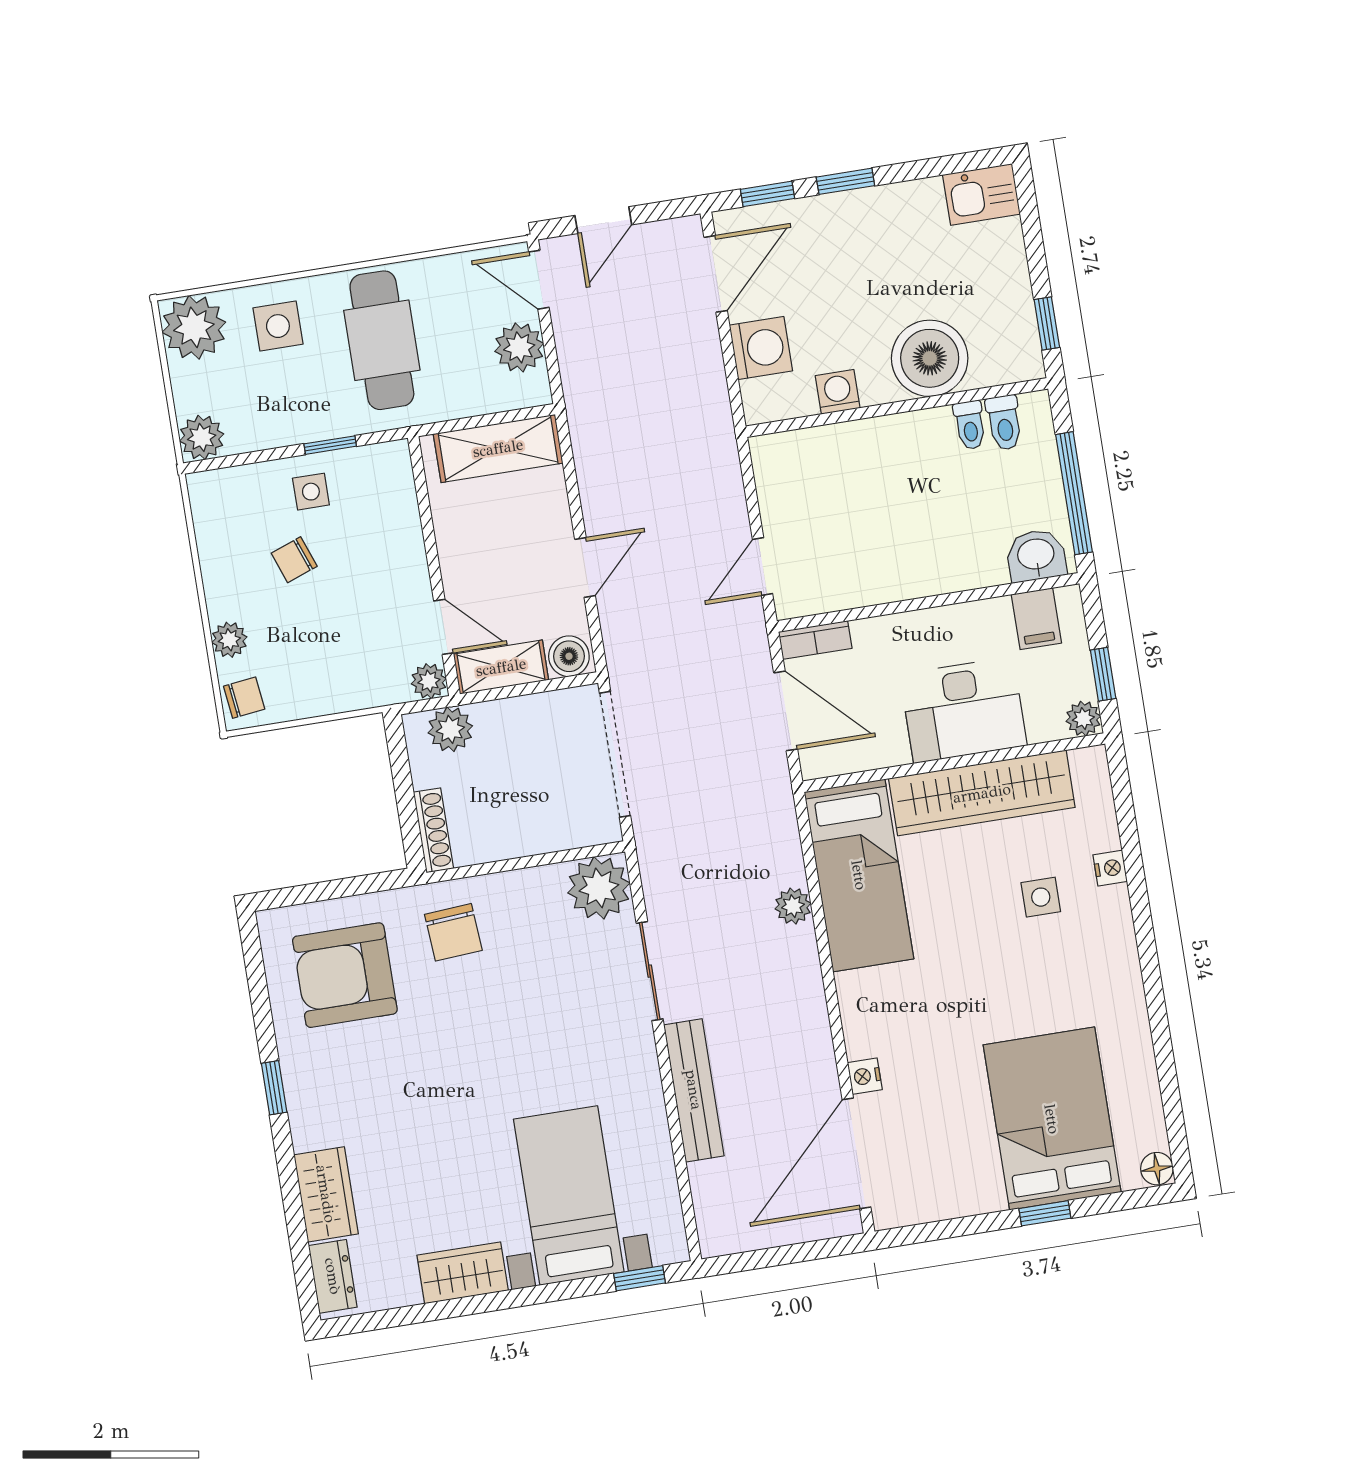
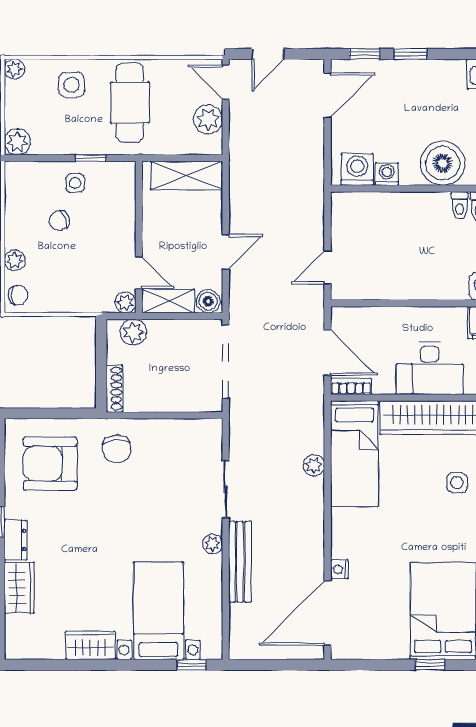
plant: (194, 327) -> (14, 69), width x0.53, depth x0.53
washing machine: (761, 348) -> (357, 169), moved, turned -90
bookcase: (815, 640) -> (351, 386), moved, turned 180
plant: (599, 888) -> (213, 544), moved, width x0.53, depth x0.53
dresser: (333, 1276) -> (16, 540), moved

